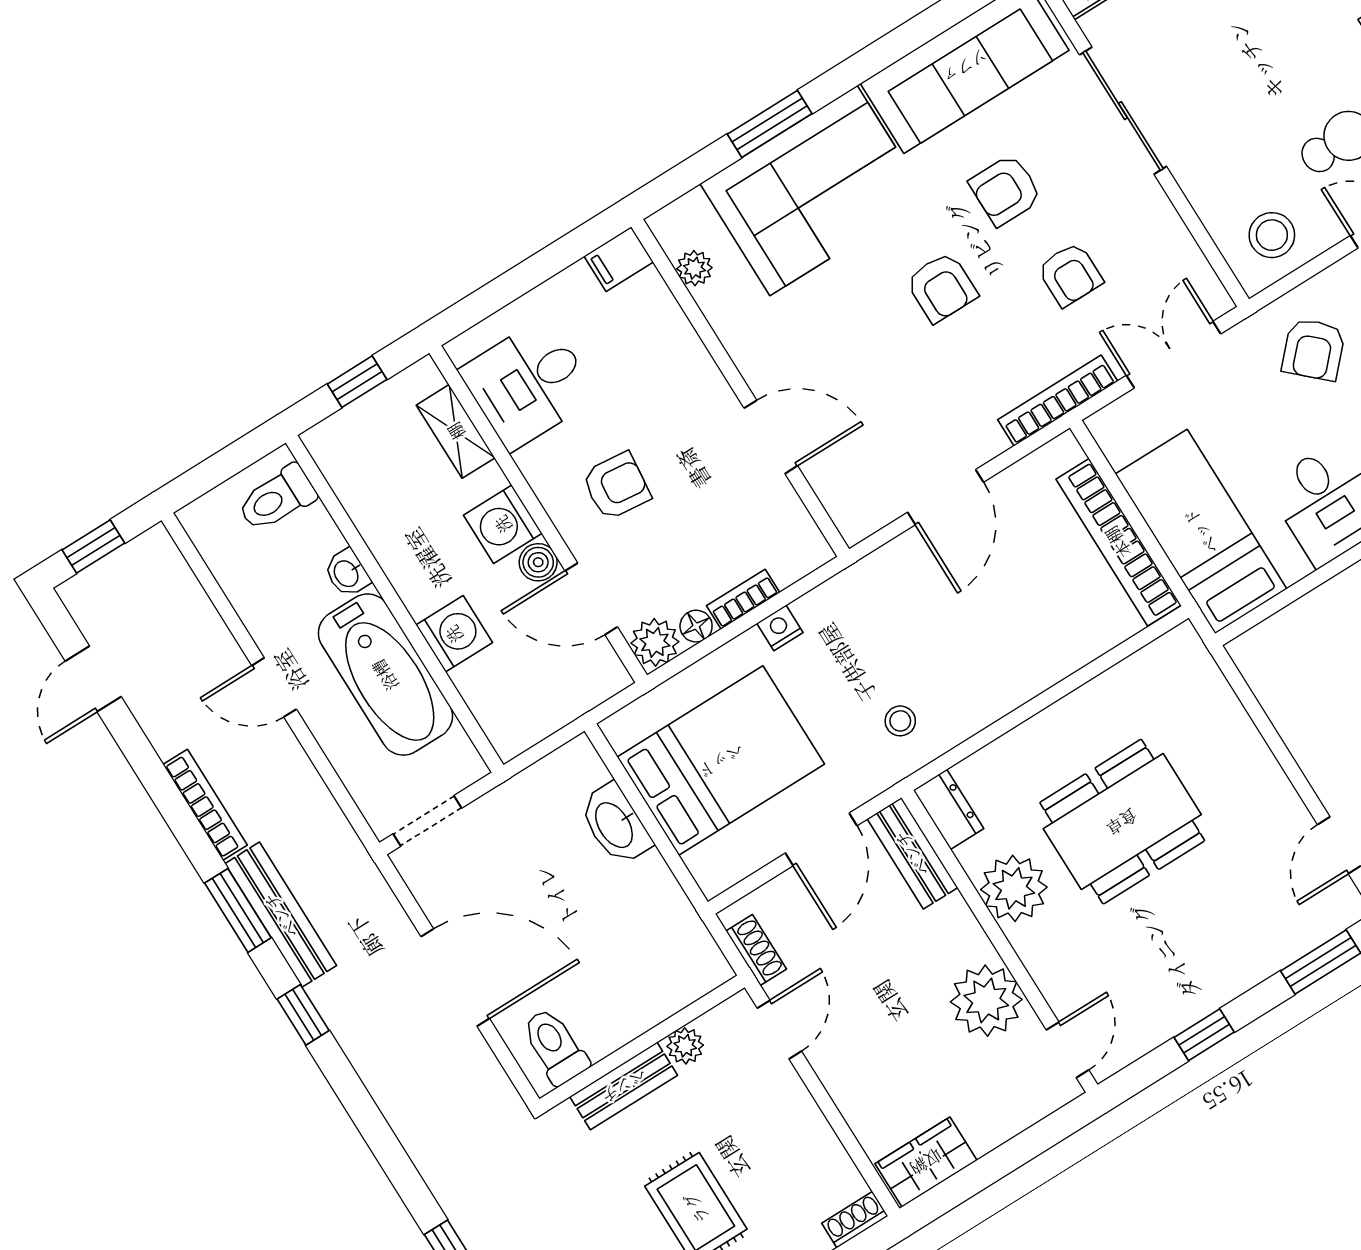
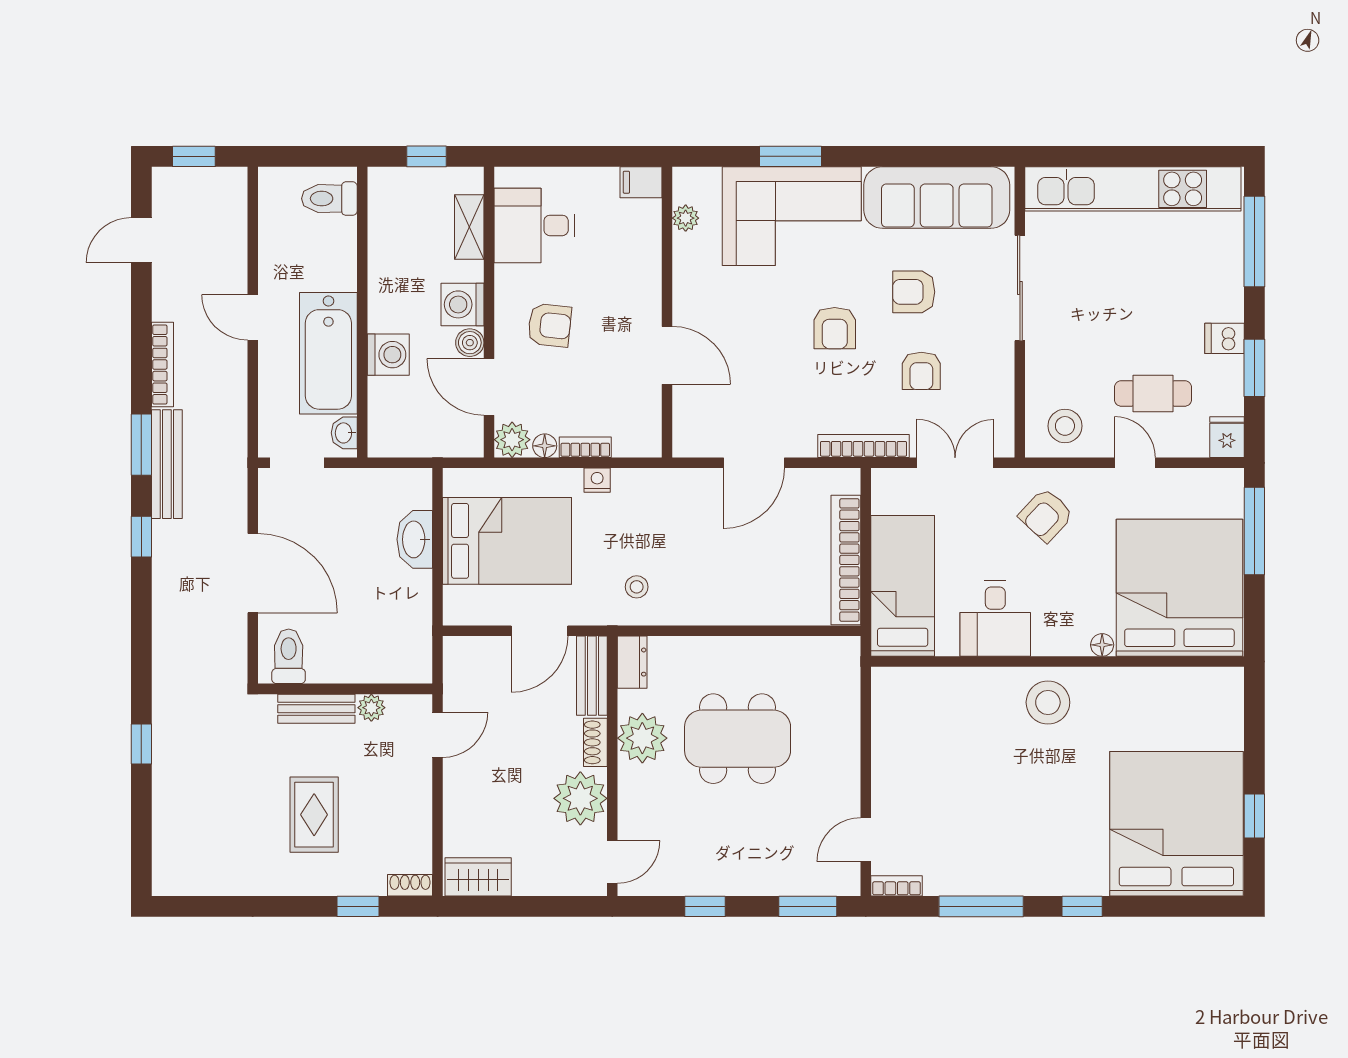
washbasin: (347, 573) -> (344, 433), moved
shoe rack: (756, 950) -> (595, 742), moved, turned 180

